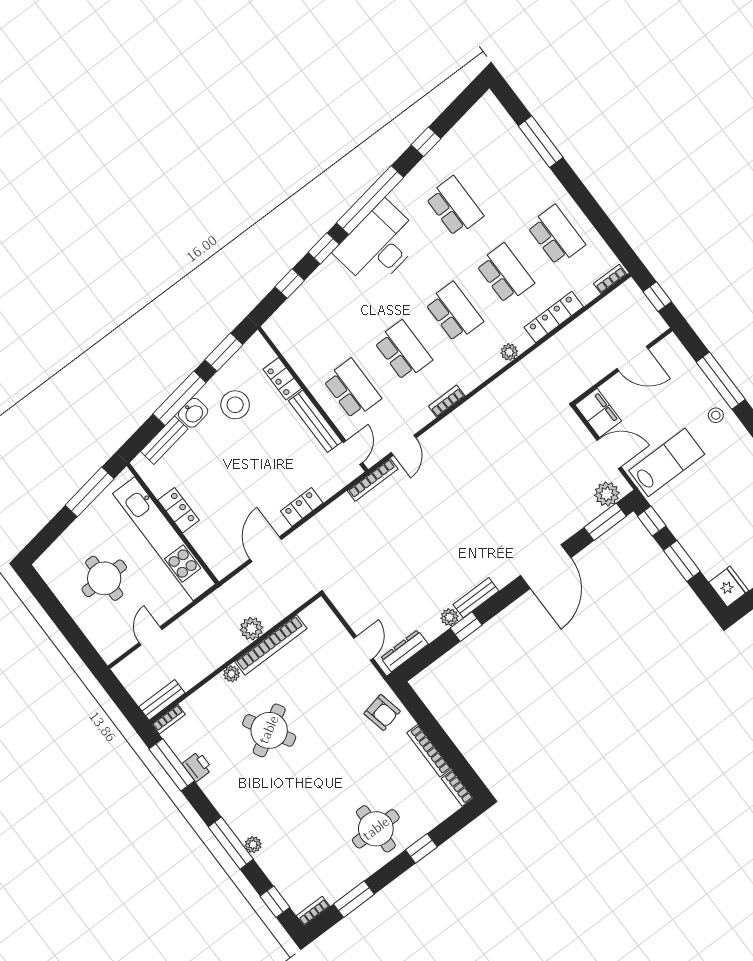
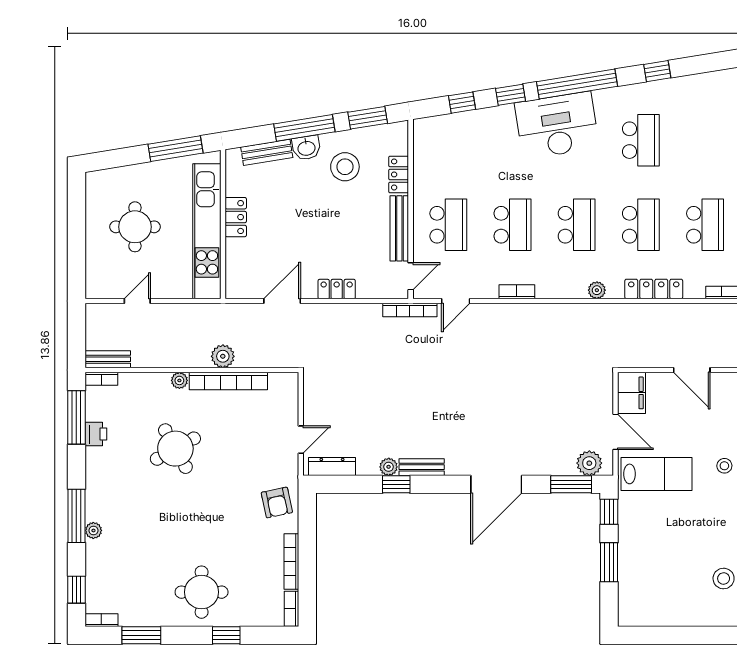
fridge: (729, 586) -> (631, 611), removed

